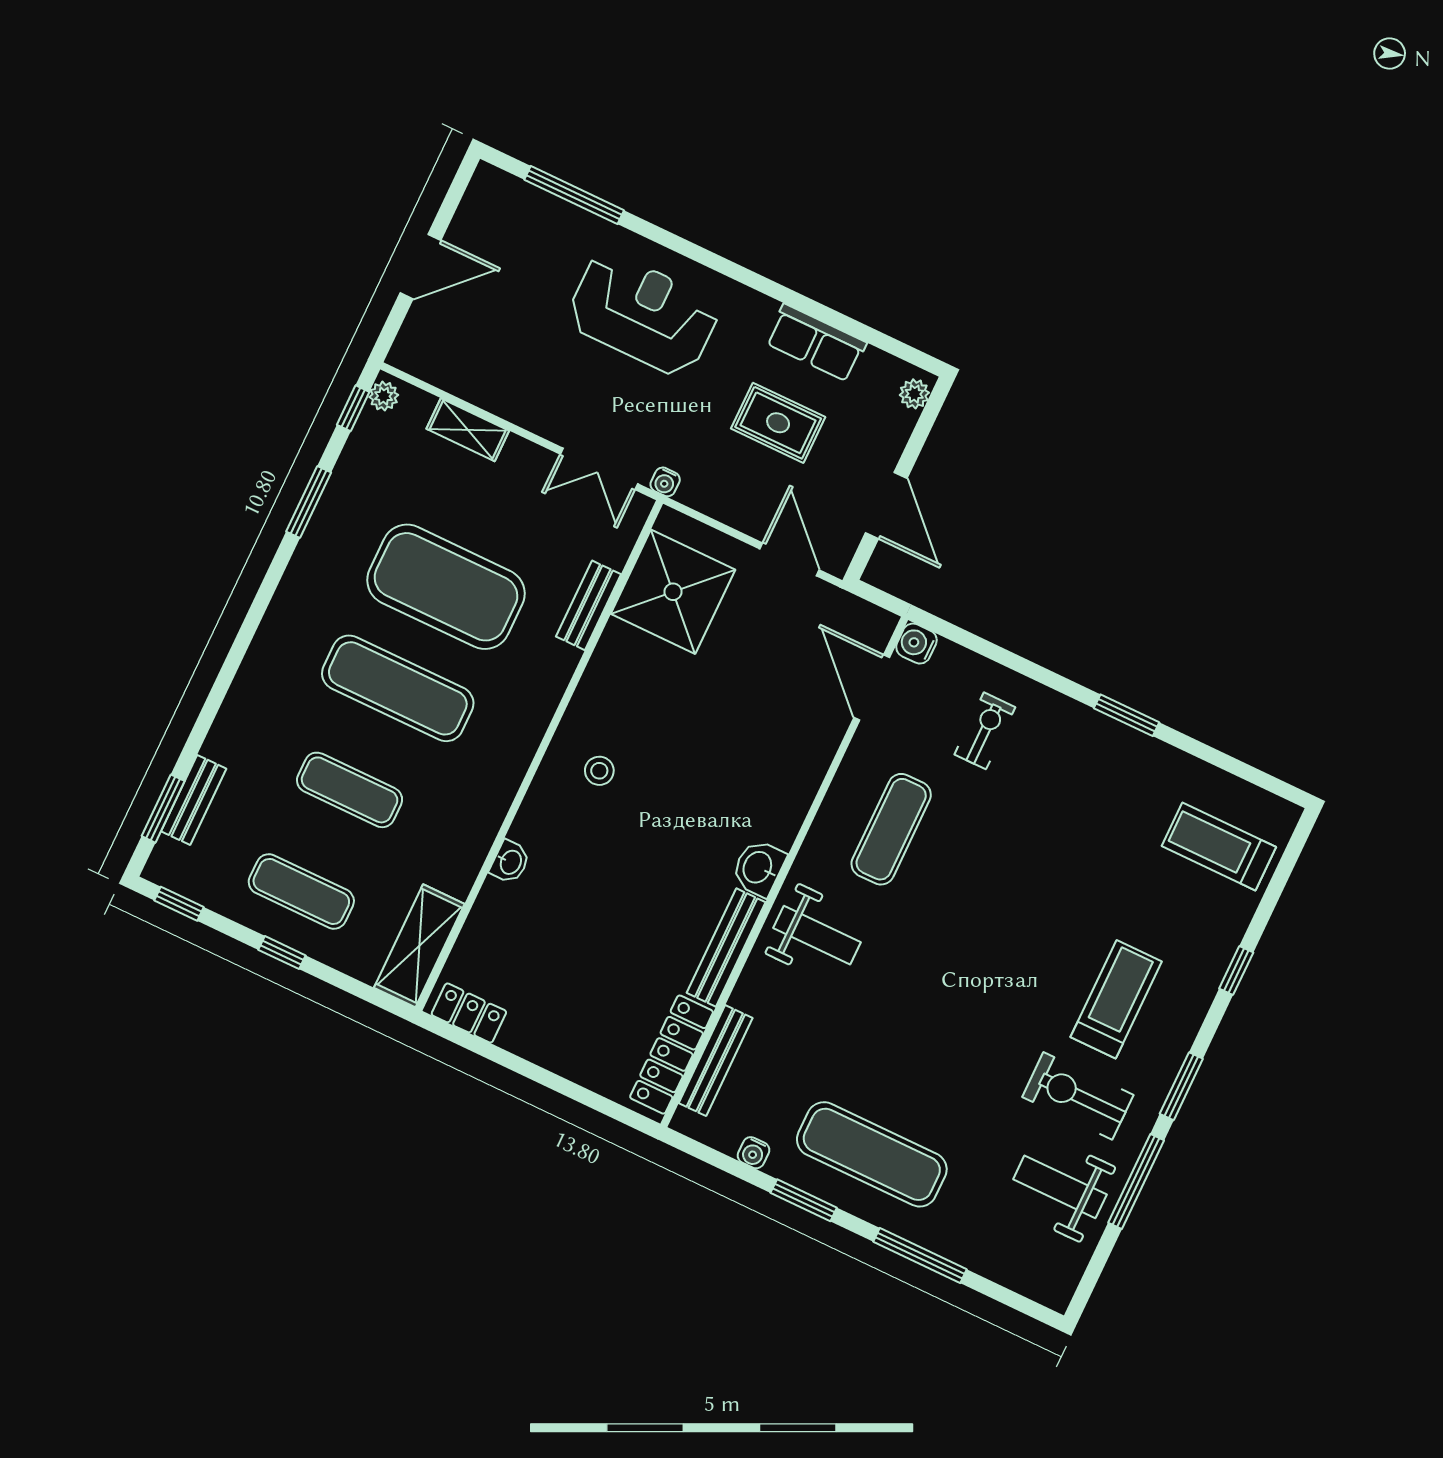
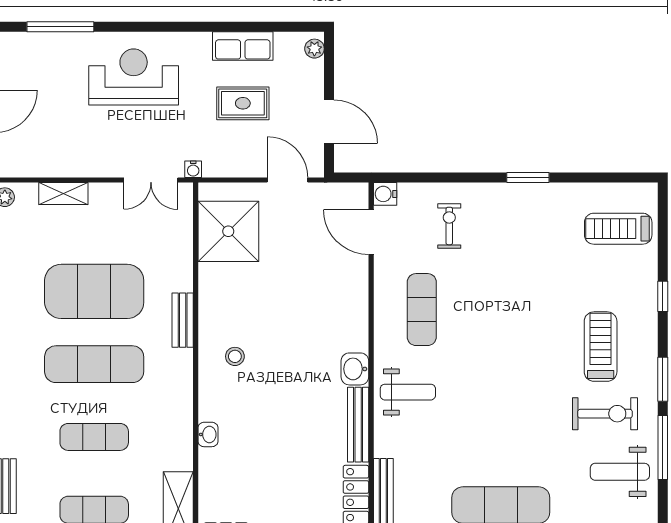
bench: (588, 605) -> (183, 320), moved
exercise bike: (1078, 1096) -> (605, 414), turned 180

